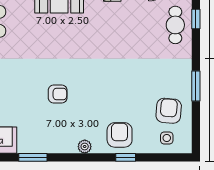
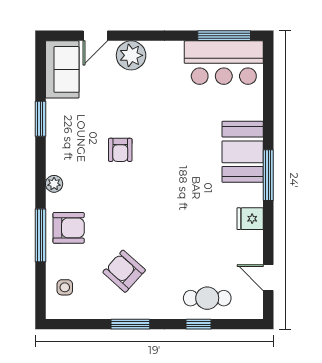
window: (196, 19) -> (199, 324), moved
armchair: (169, 111) -> (124, 271), moved, turned -143
window: (126, 157) -> (40, 235), width x2.17

